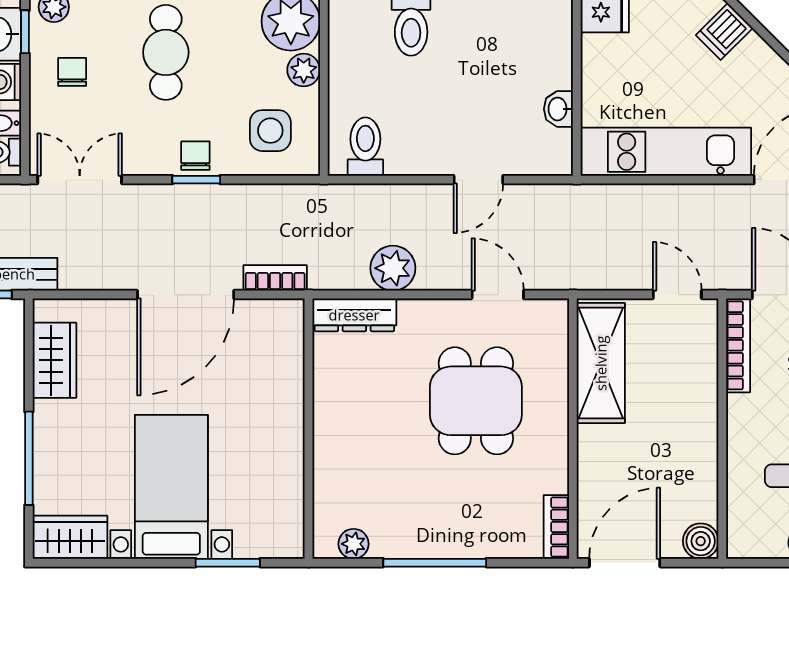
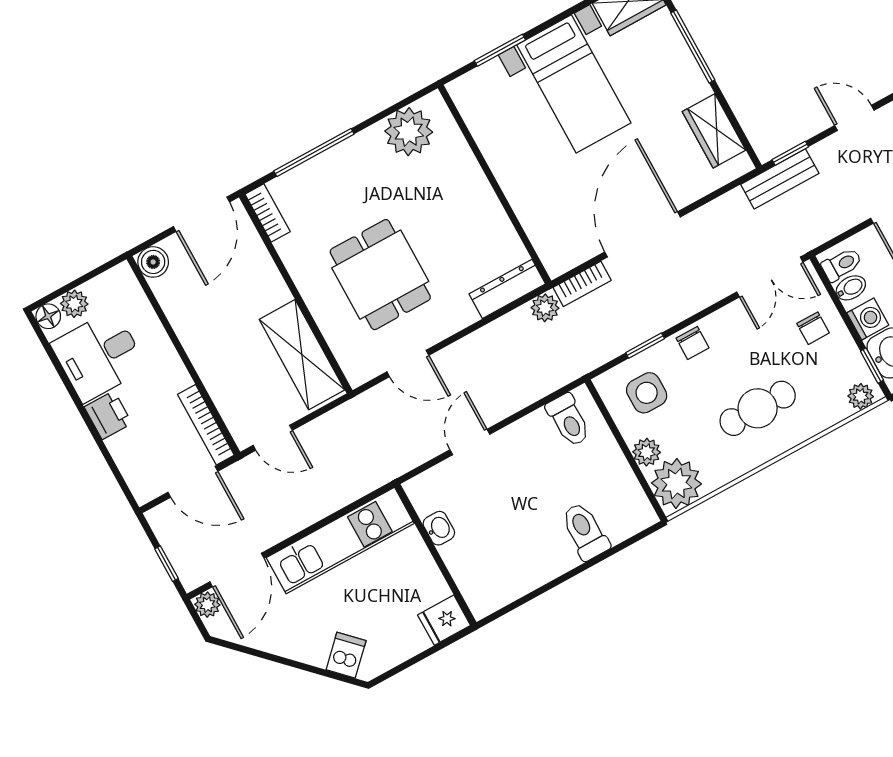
cafe table: (166, 52) -> (758, 408), turned 90
chair: (72, 72) -> (813, 328), moved
window: (196, 180) -> (645, 346), moved
plant: (393, 268) -> (545, 308), moved, width x0.73, depth x0.73
plant: (353, 544) -> (409, 132), width x1.88, depth x1.88
window: (435, 563) -> (314, 152), moved

